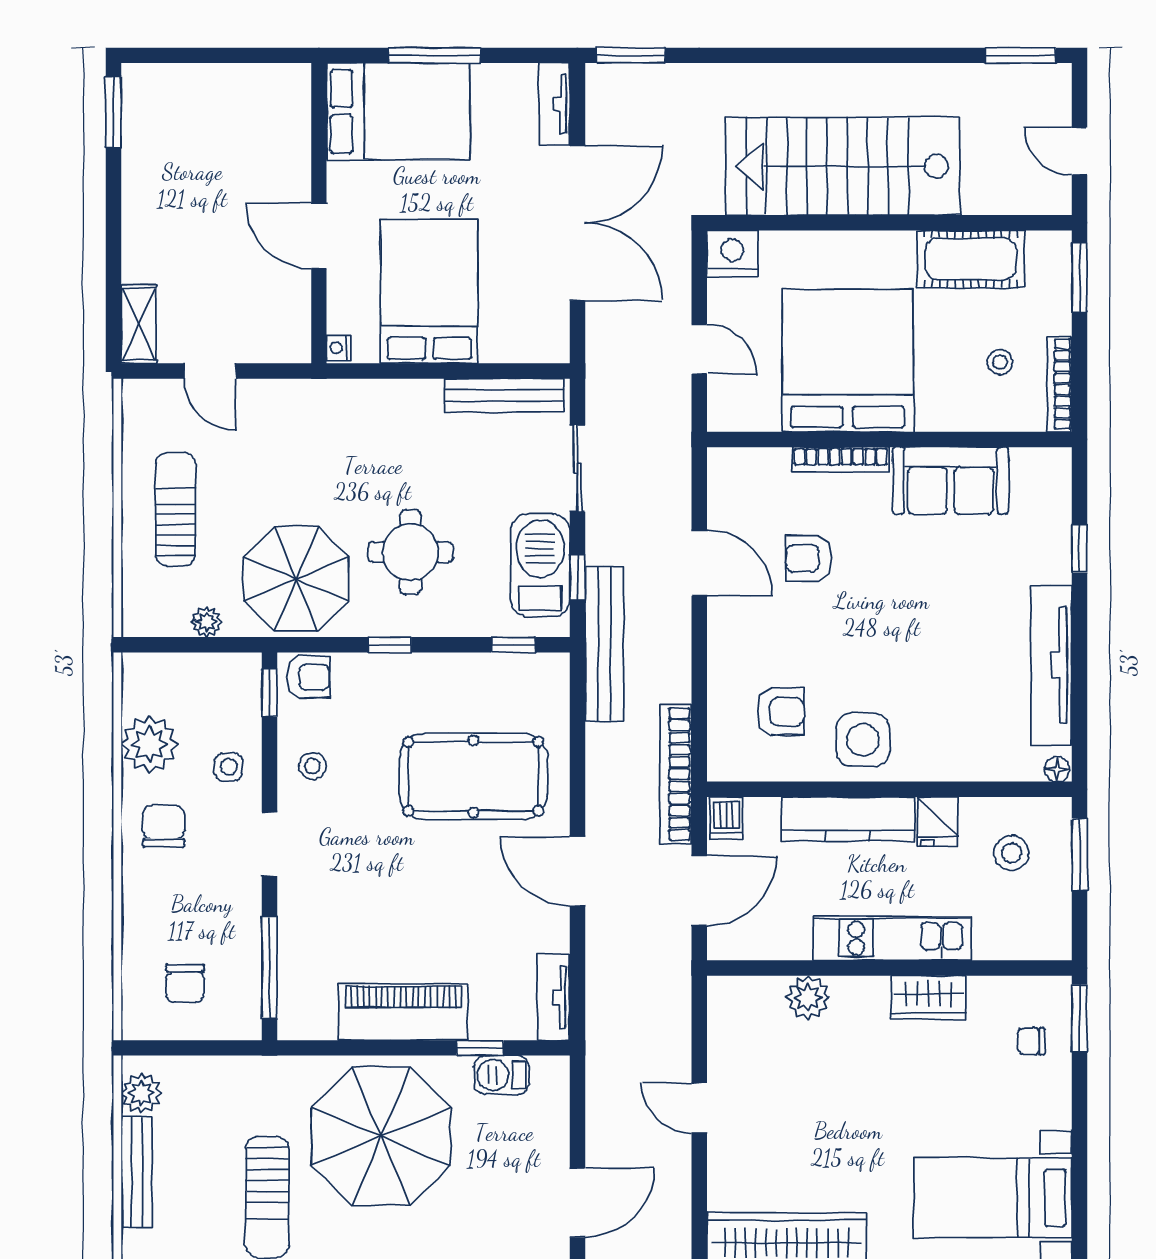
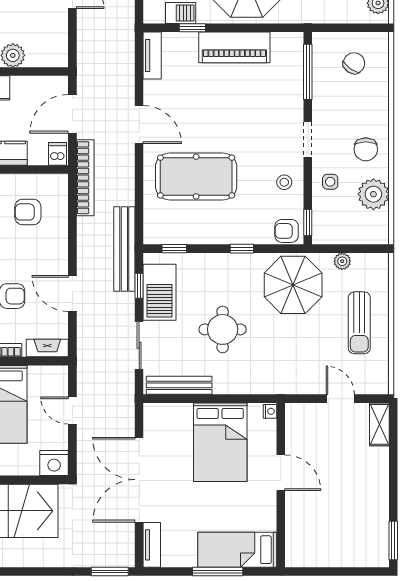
bed: (398, 111) -> (237, 550), width x0.67
fireplace: (745, 463) -> (47, 348), added
round table: (411, 552) -> (223, 329), moved
chair: (185, 983) -> (354, 63), turned 35

